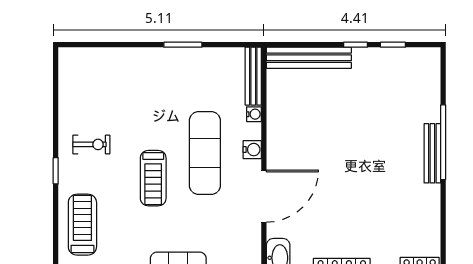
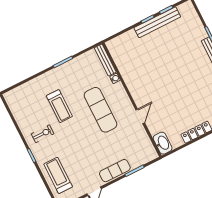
bench: (309, 58) -> (157, 22), moved
water cooler: (252, 150) -> (123, 96), removed
treadmill: (153, 178) -> (59, 106), moved
door: (264, 196) -> (140, 116), width x0.53

